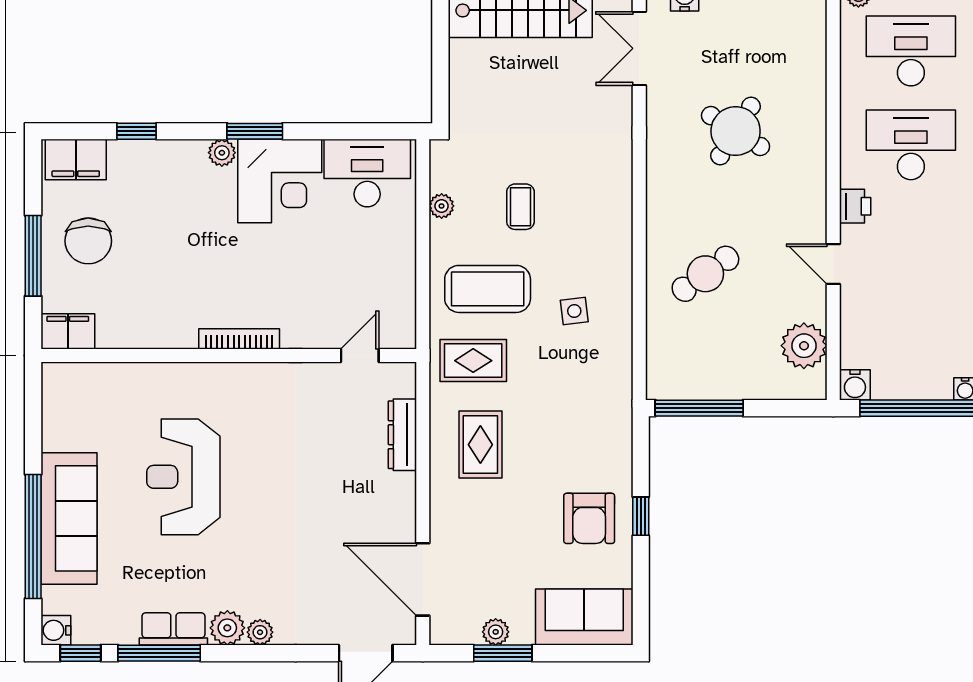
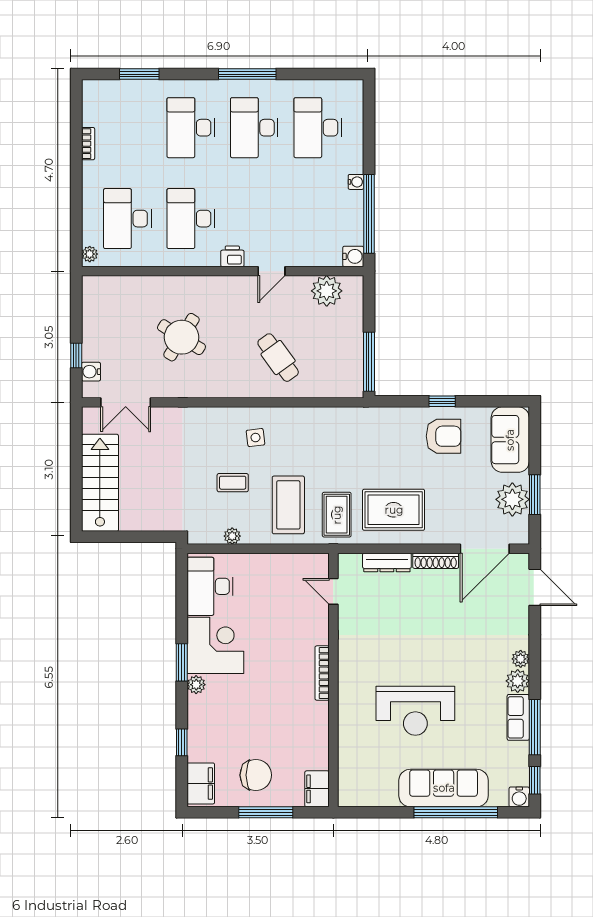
side table: (574, 311) -> (256, 438), moved
rug: (480, 445) -> (394, 510), width x1.36, depth x1.43
shoe rack: (405, 507) -> (436, 561), added
plant: (496, 632) -> (512, 499), width x1.88, depth x1.88

